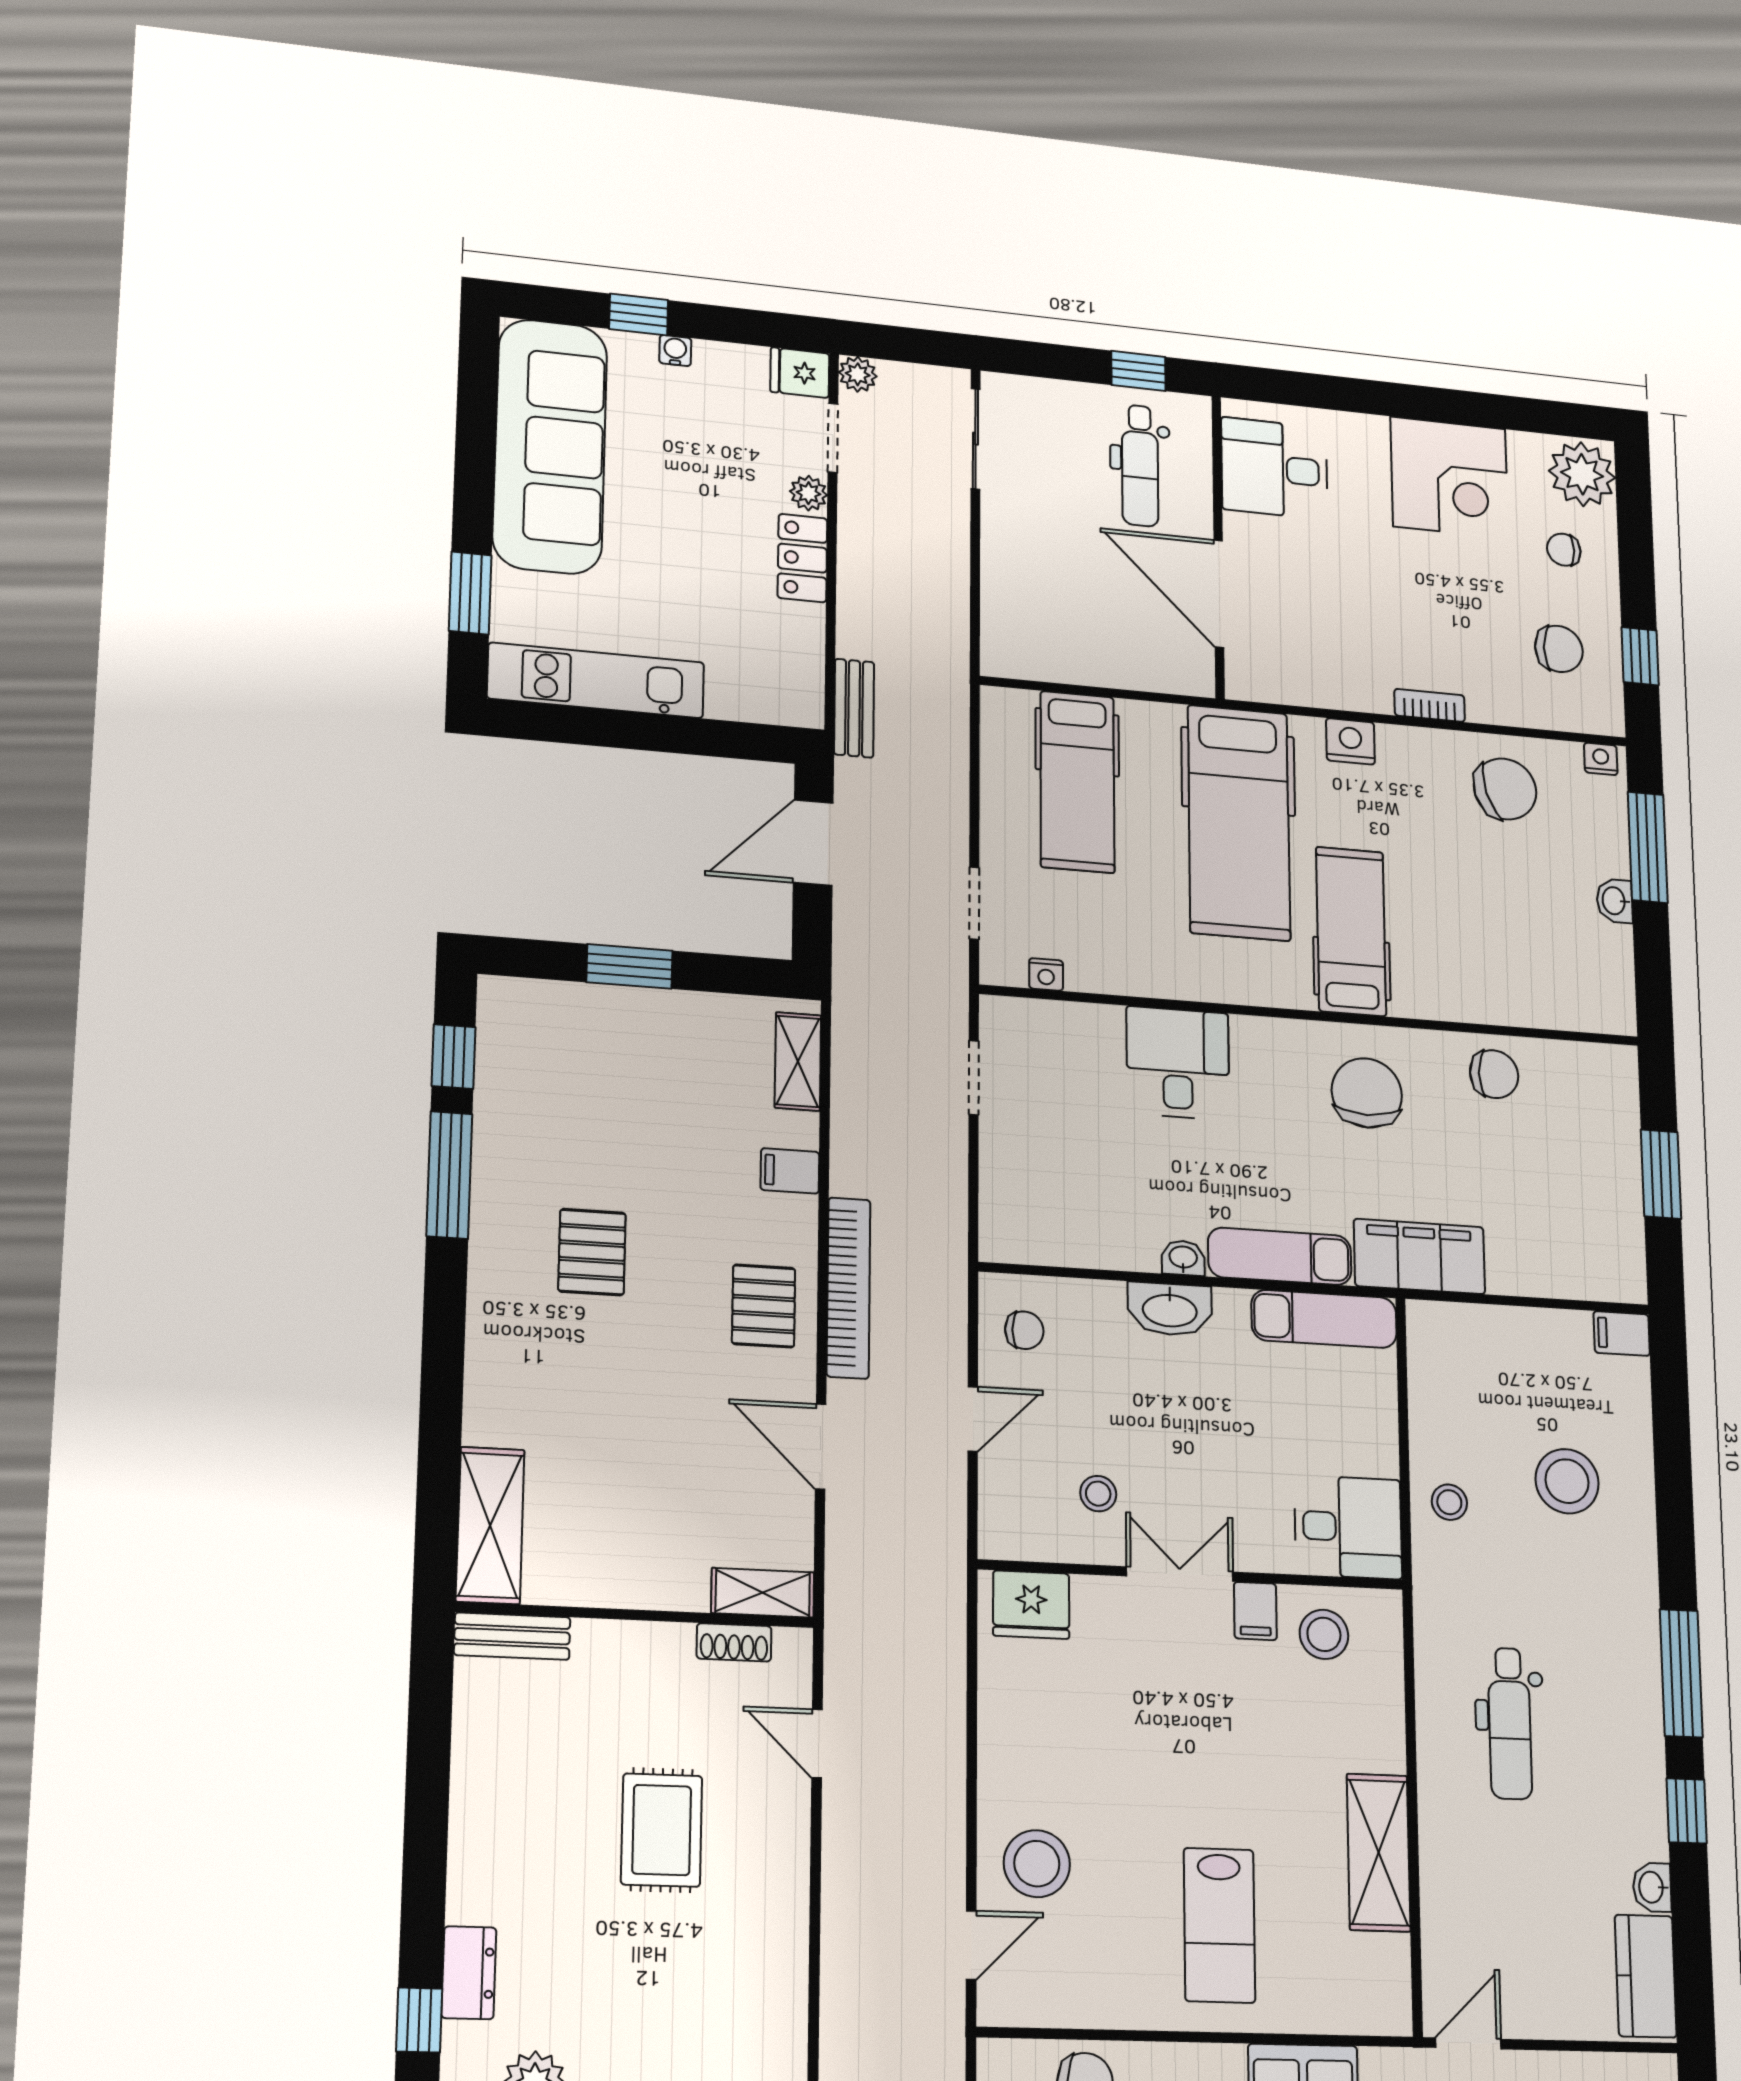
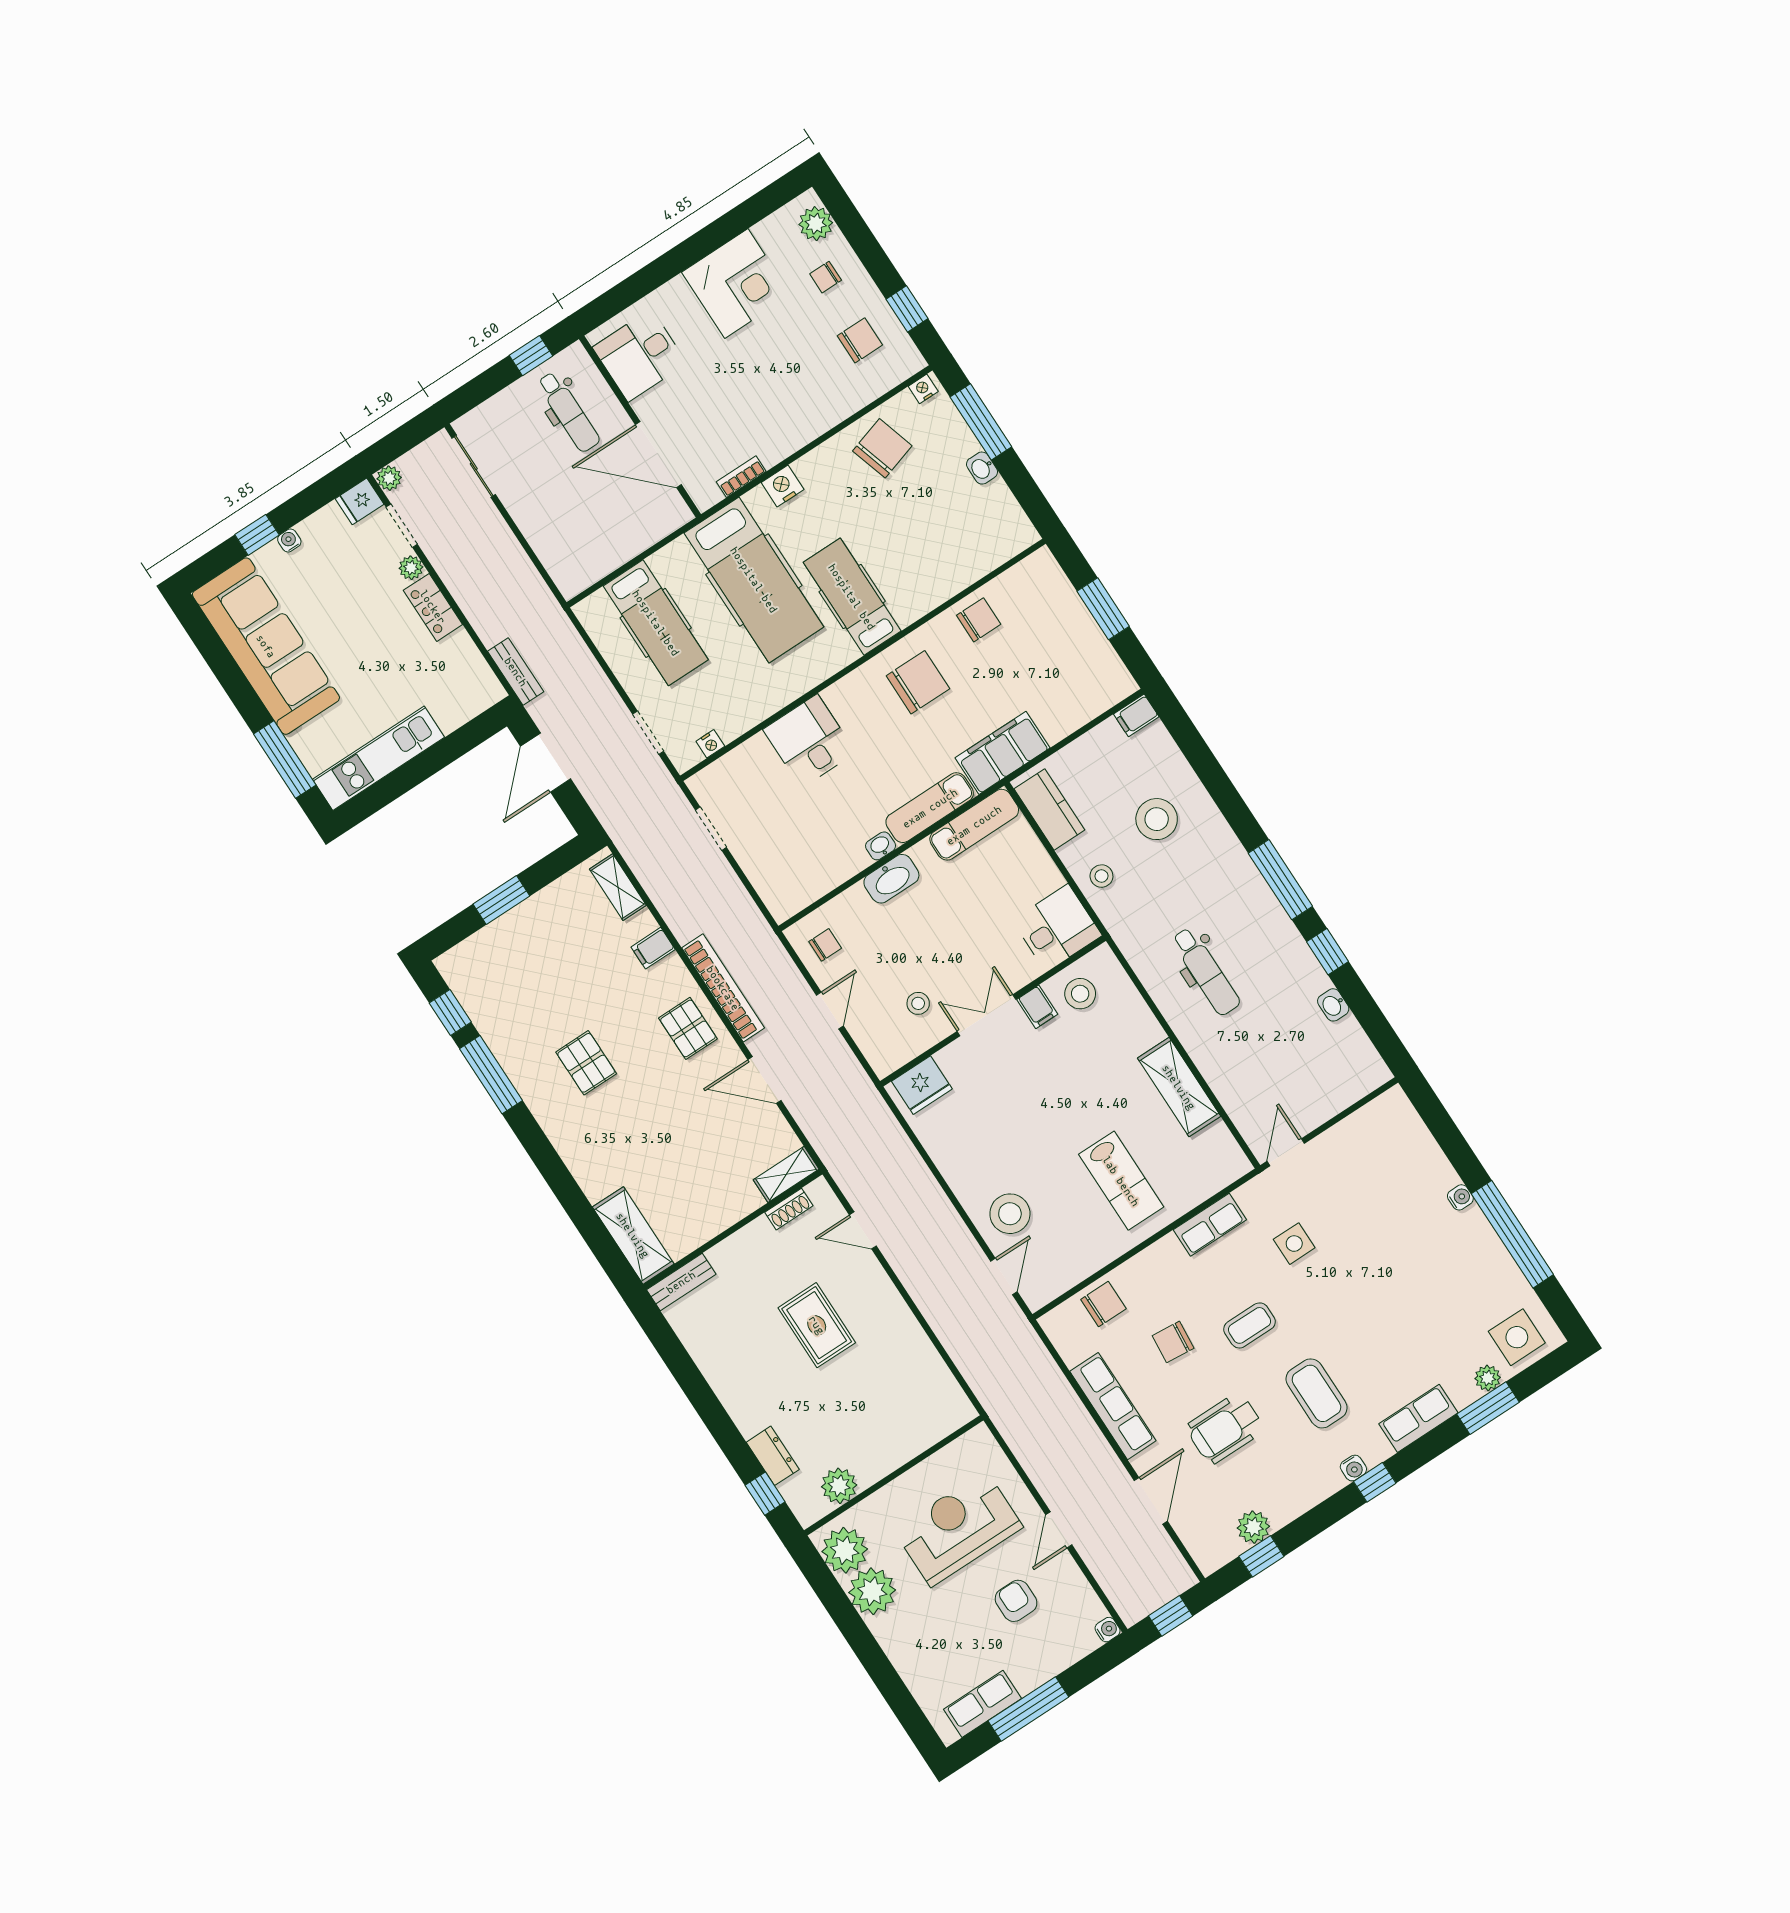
plant: (1582, 474) -> (816, 224), width x0.73, depth x0.73
window: (470, 593) -> (285, 759), width x1.44
bookcase: (1430, 705) -> (741, 477), moved
chair: (1367, 1093) -> (918, 682), turned 90
kitchen counter: (1646, 1976) -> (1049, 809), moved, turned 180

